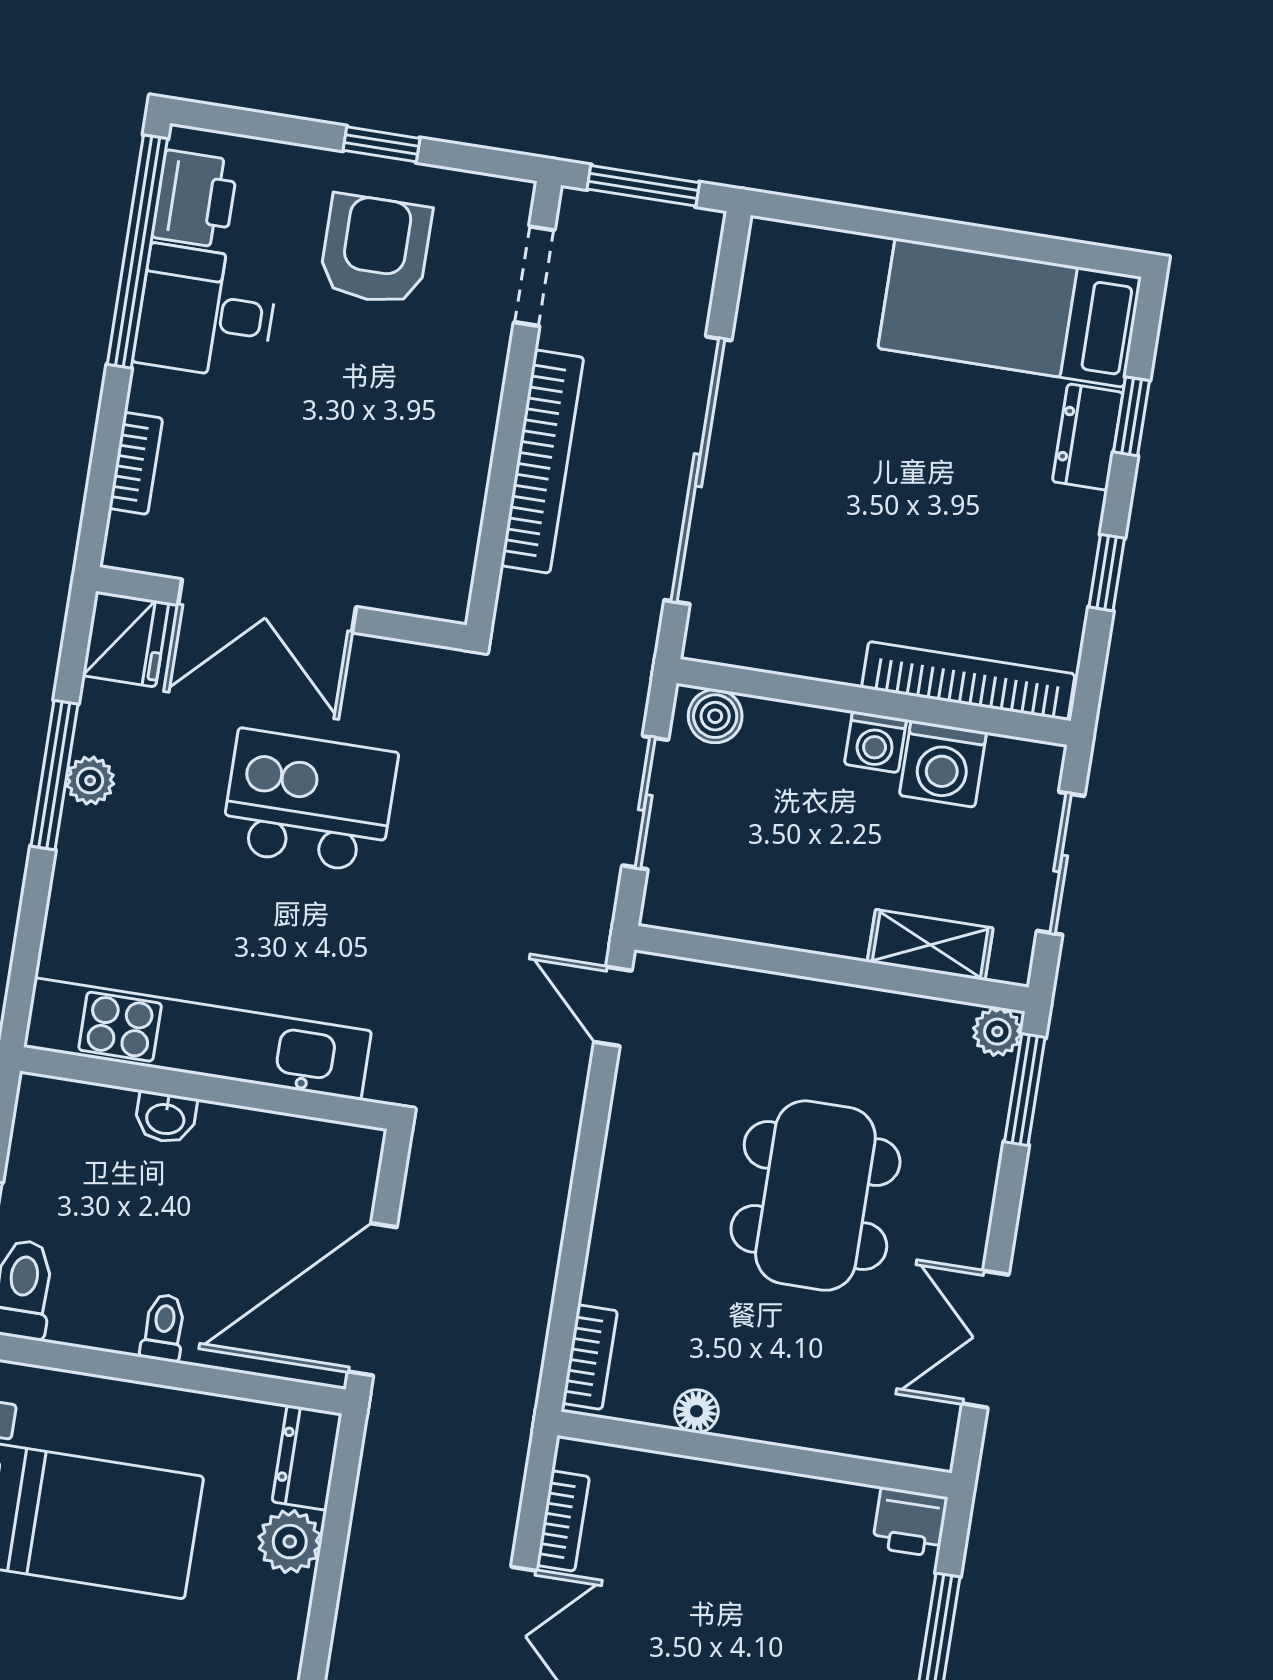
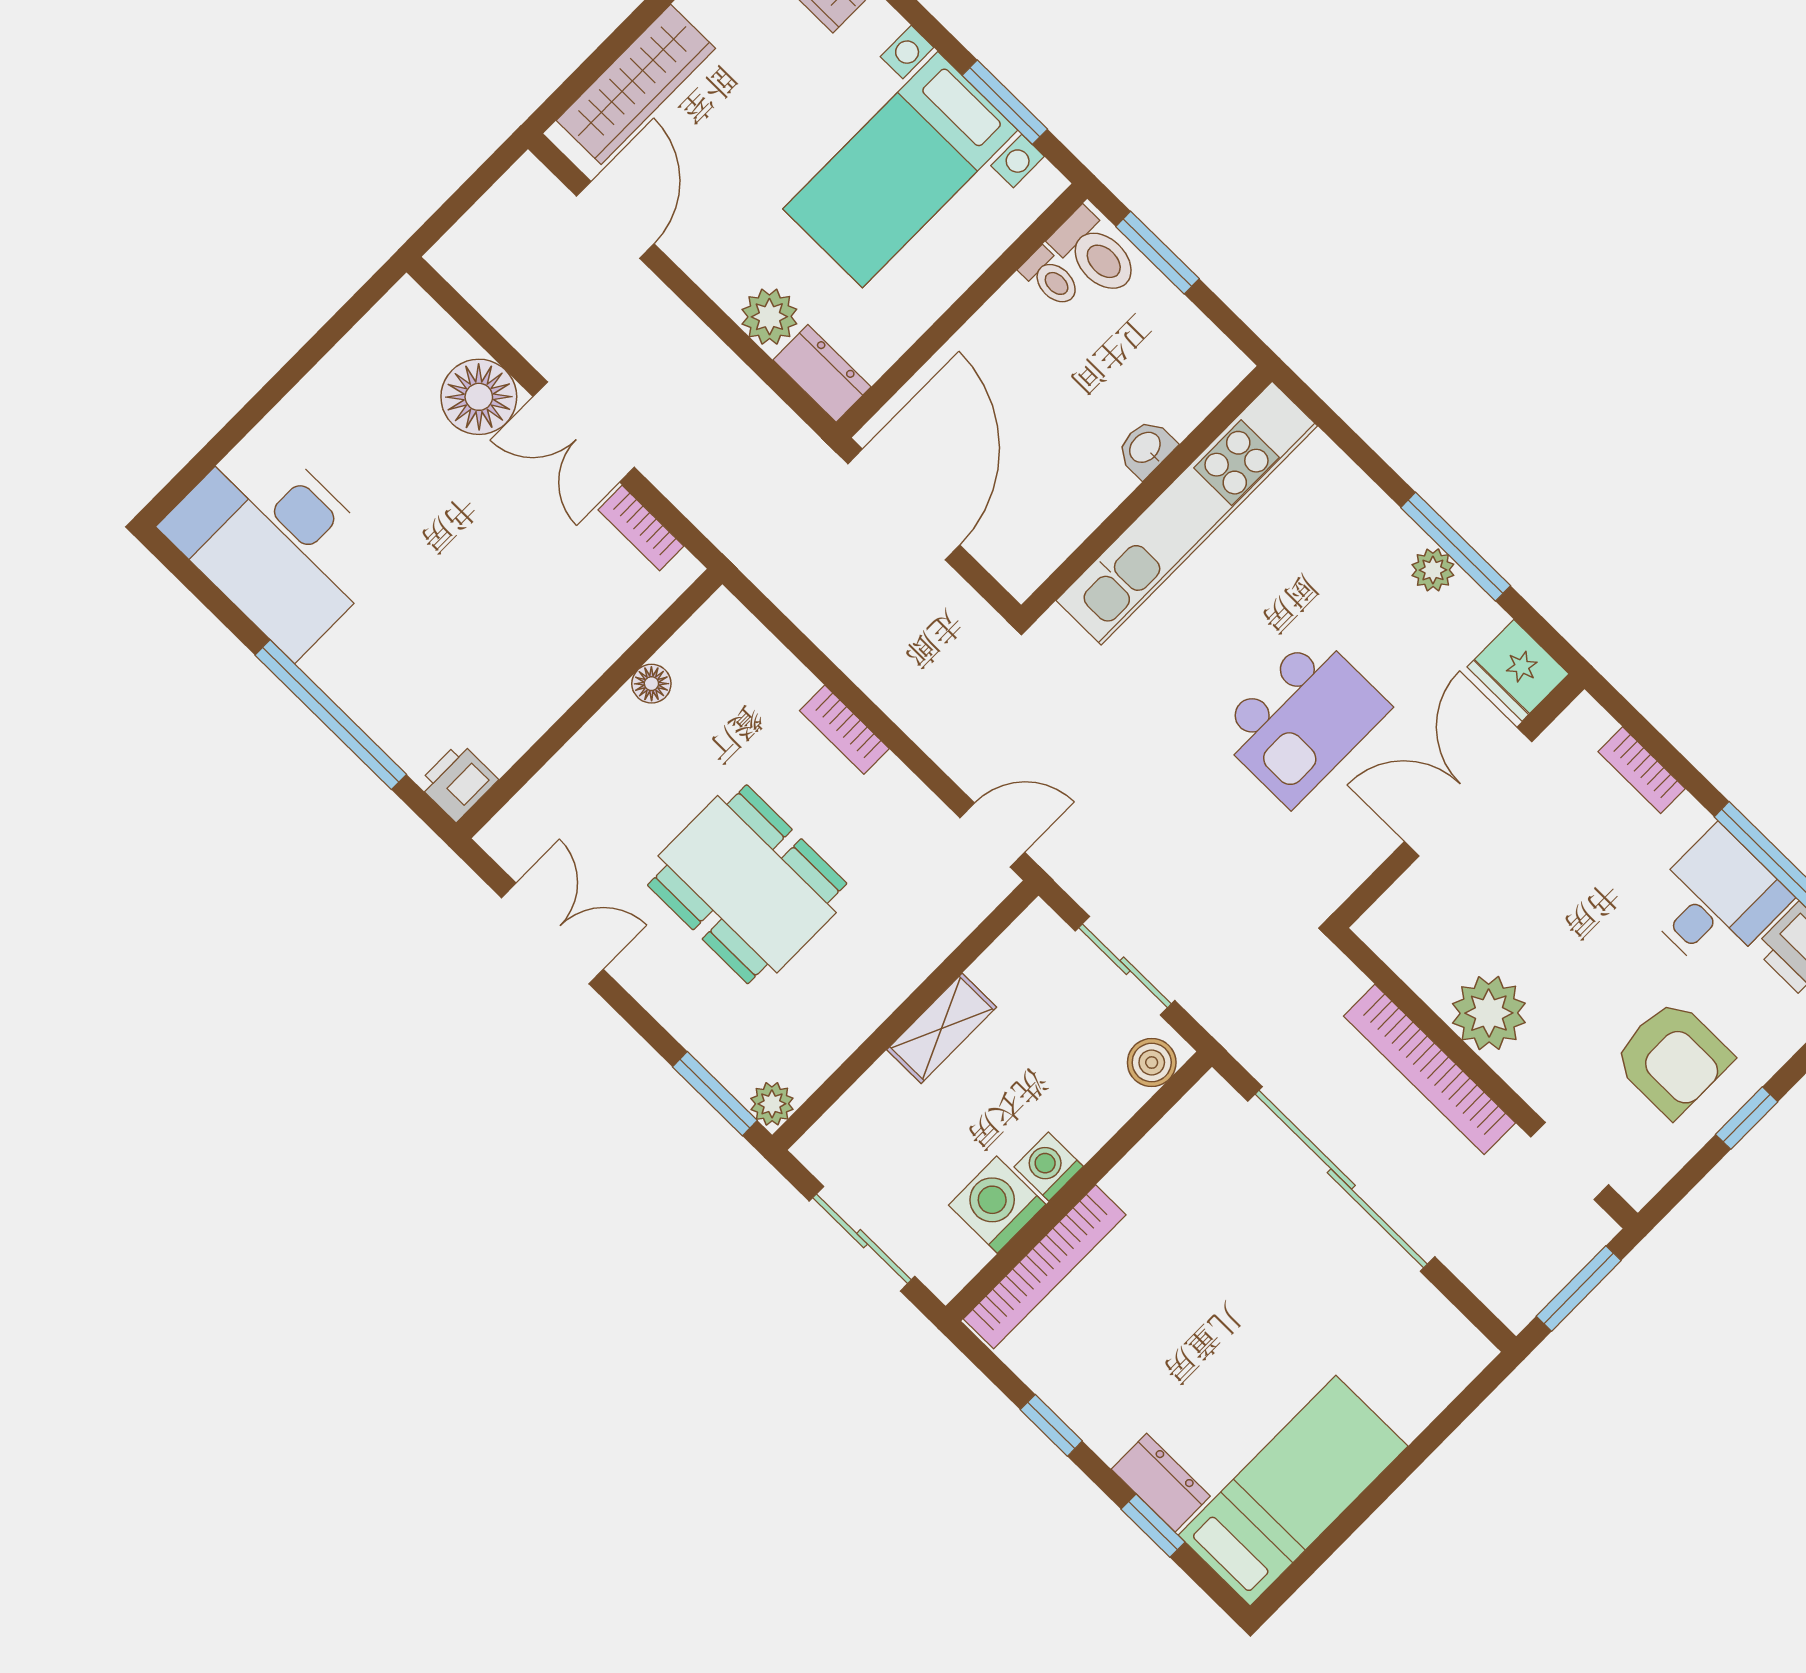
plant: (453, 444) -> (1489, 1013), added
shelving: (930, 945) -> (942, 1028), moved
toilet: (164, 1328) -> (1051, 278), moved
bookcase: (590, 1357) -> (844, 730), moved

